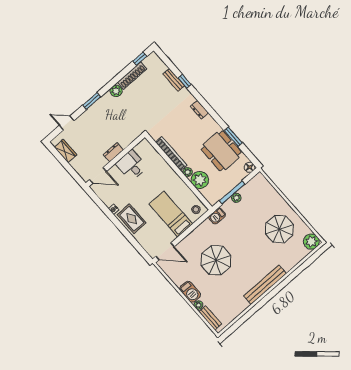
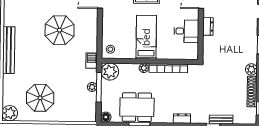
plant: (200, 180) -> (110, 72), moved
bed: (171, 214) -> (146, 37), moved, turned -90

